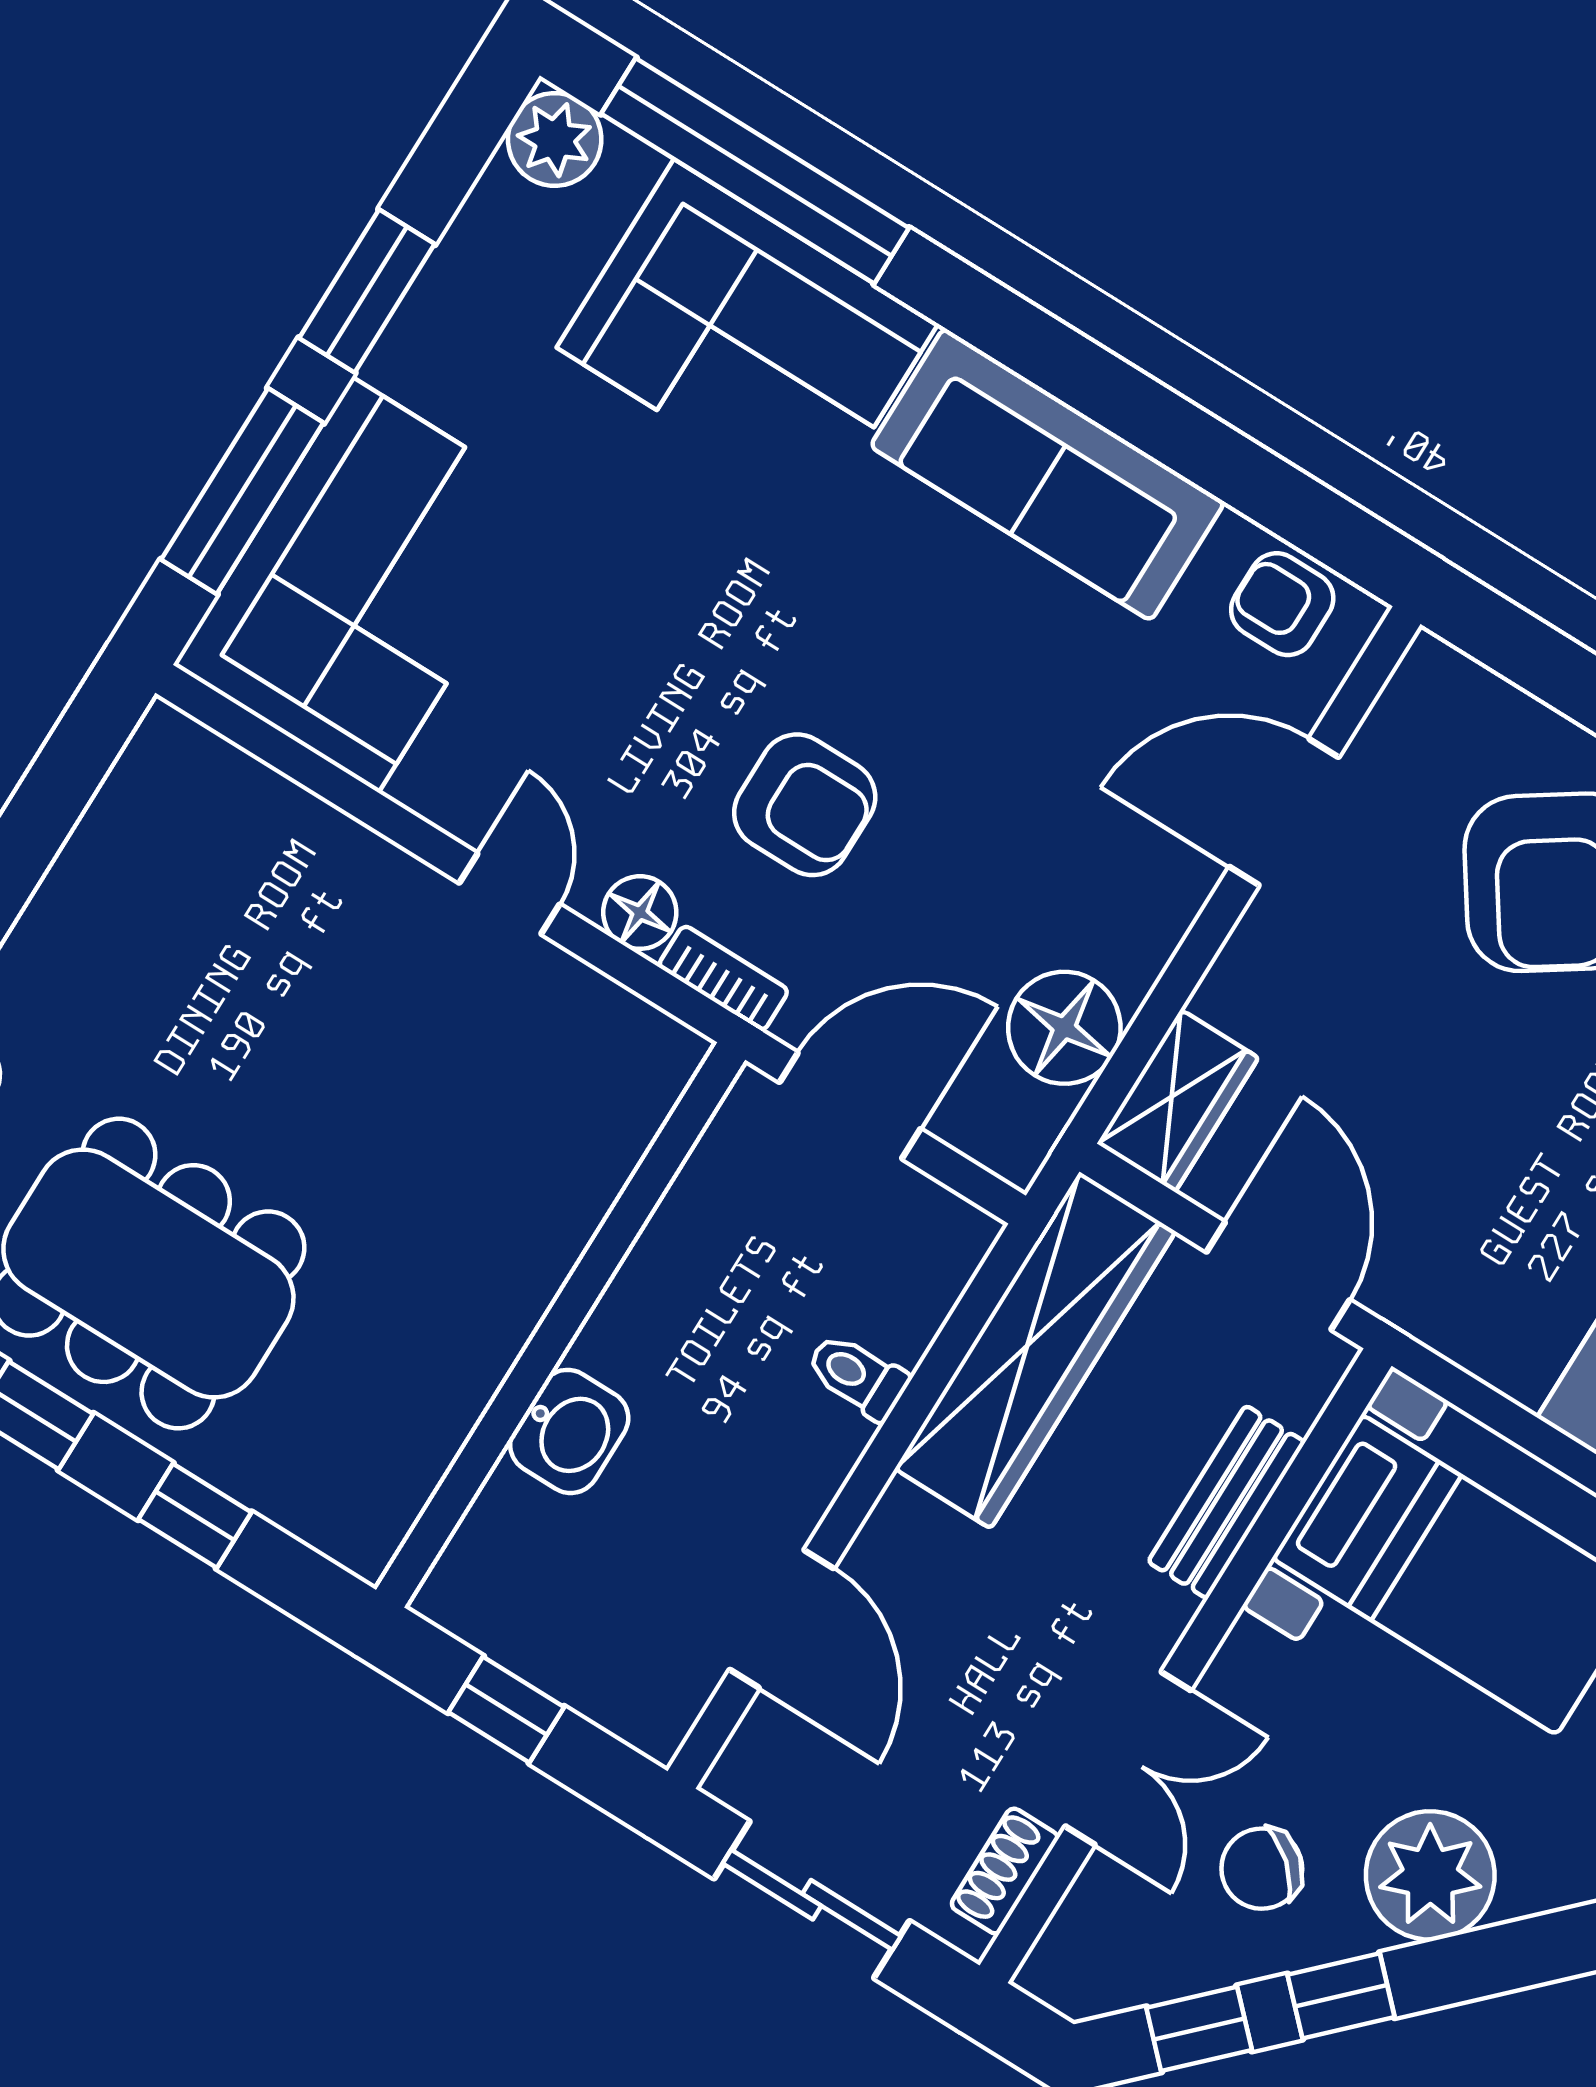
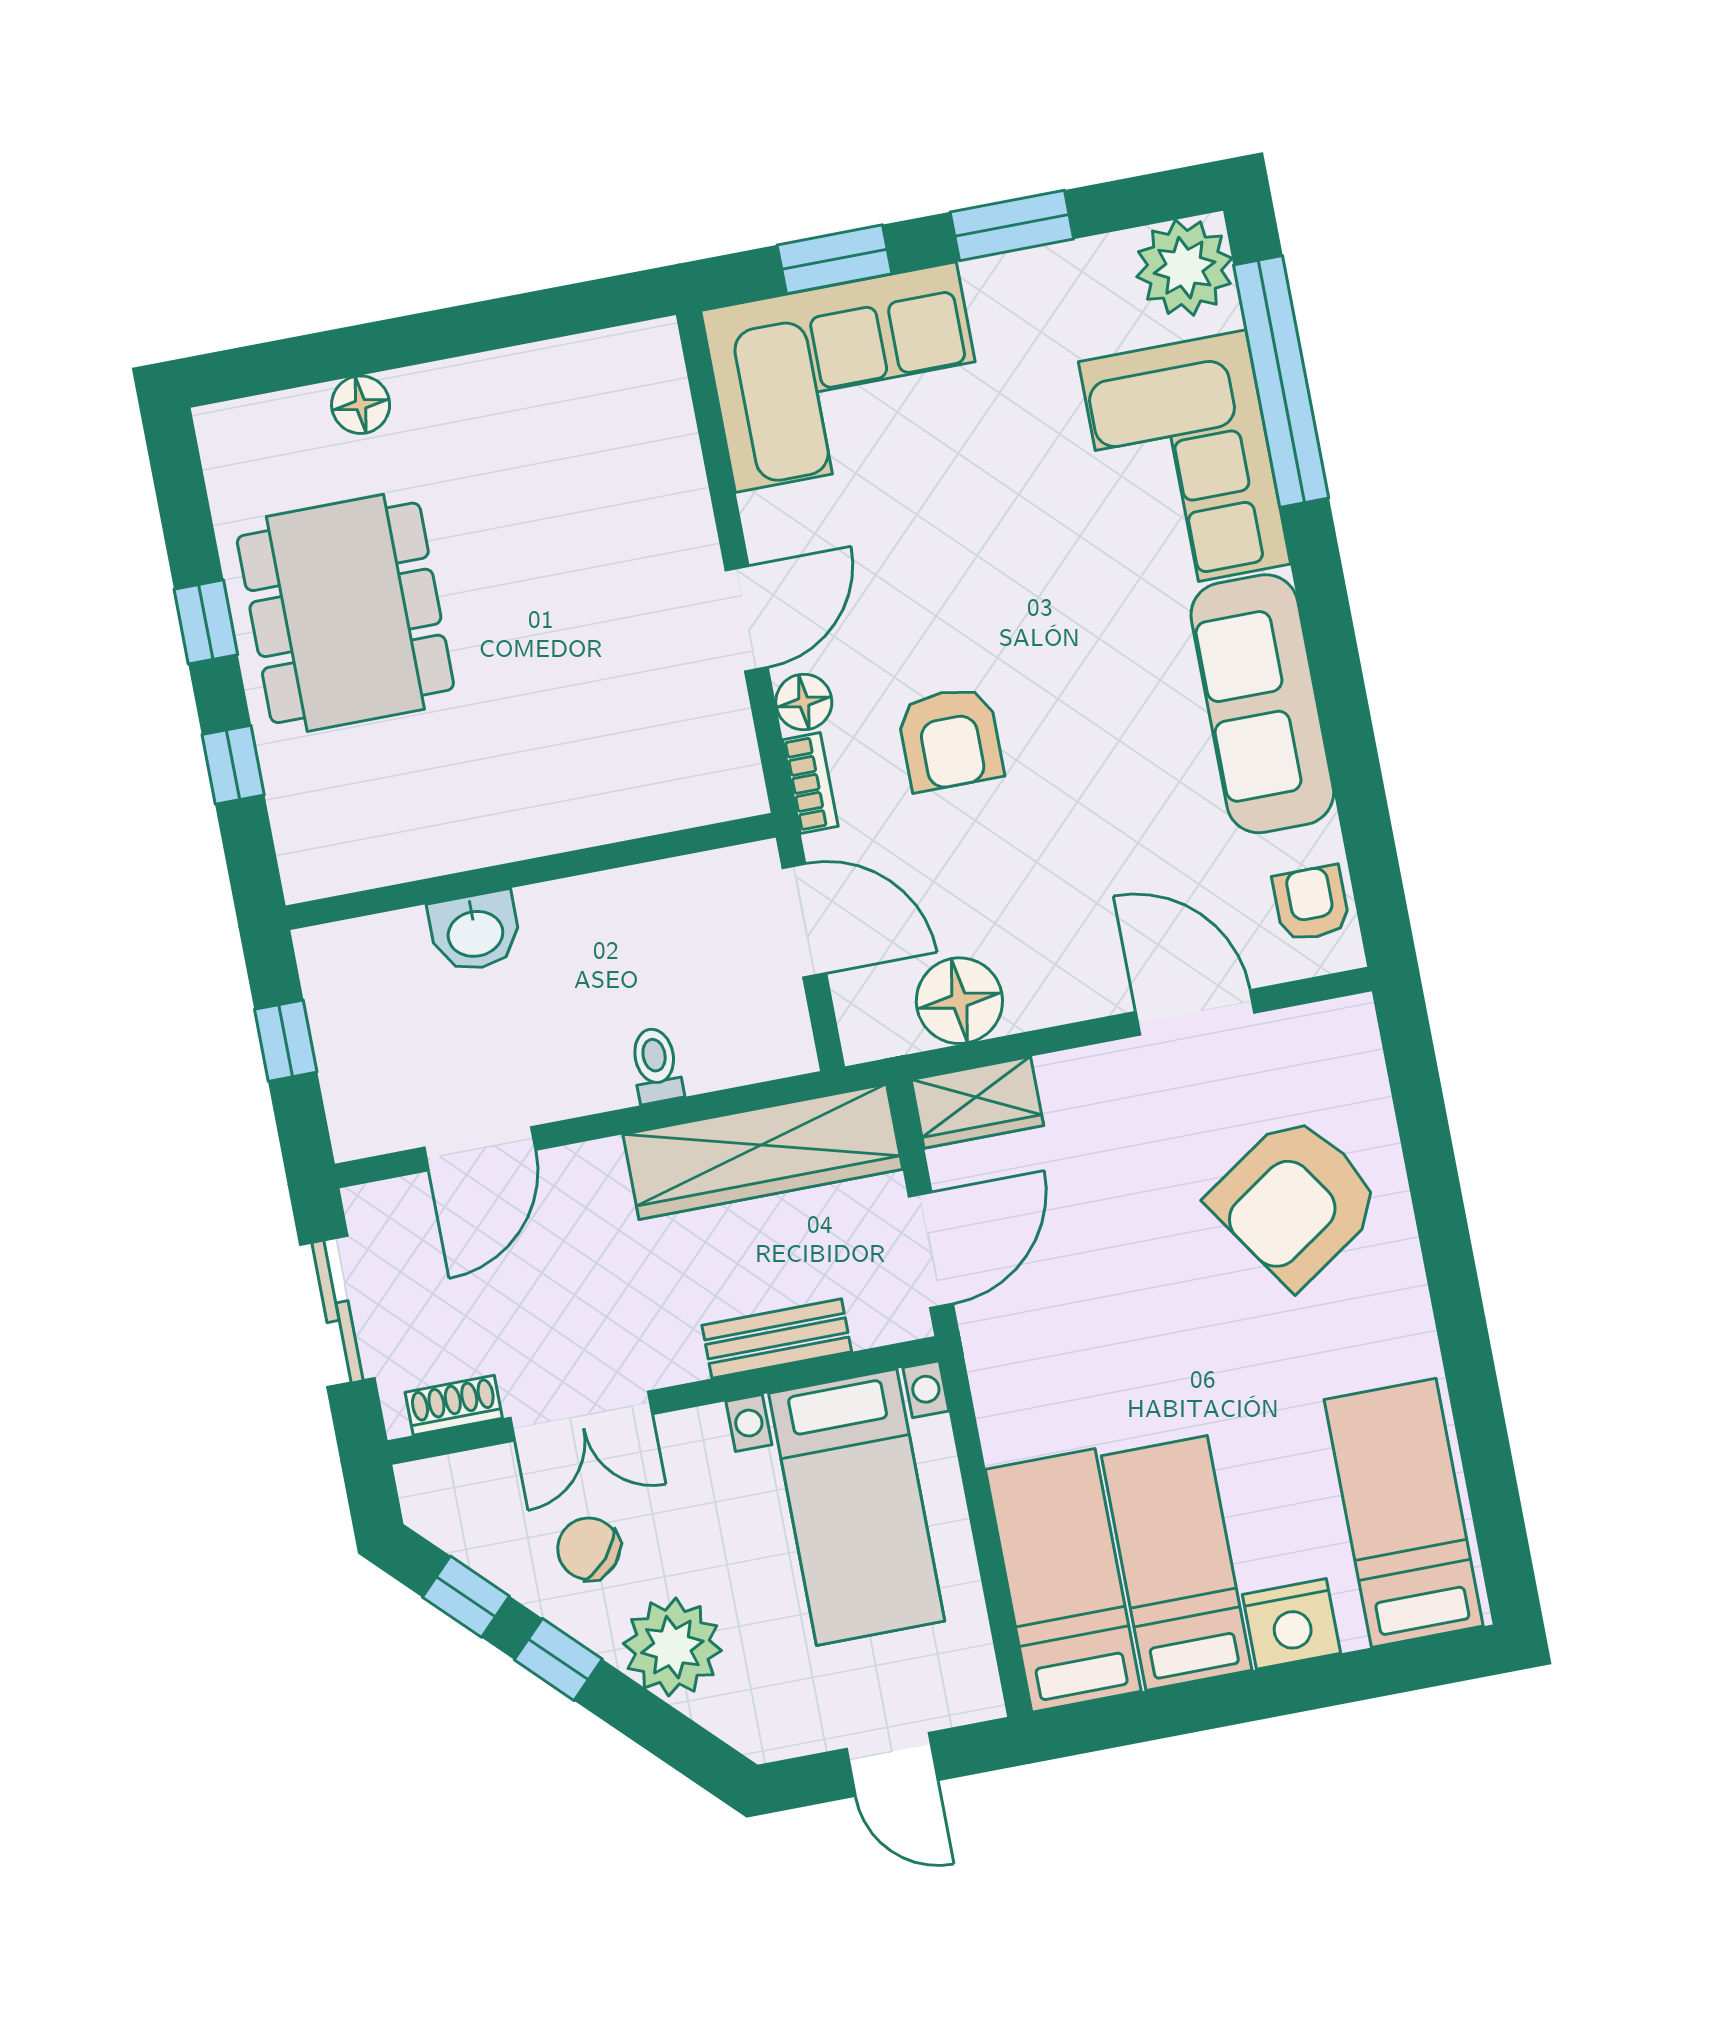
plant: (555, 139) -> (1184, 268), width x1.36, depth x1.36
window: (242, 491) -> (835, 259), width x0.69
door: (509, 894) -> (747, 619), width x1.37

